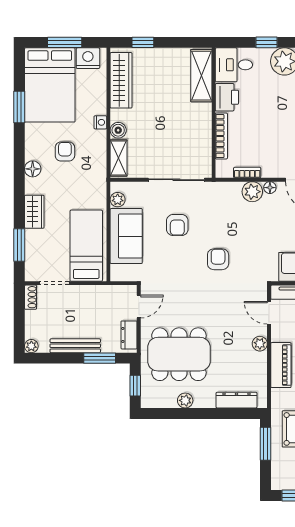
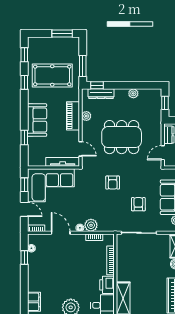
plant: (260, 344) -> (86, 116), moved
dining table: (179, 354) -> (122, 137), moved
window: (243, 413) -> (97, 85), added

